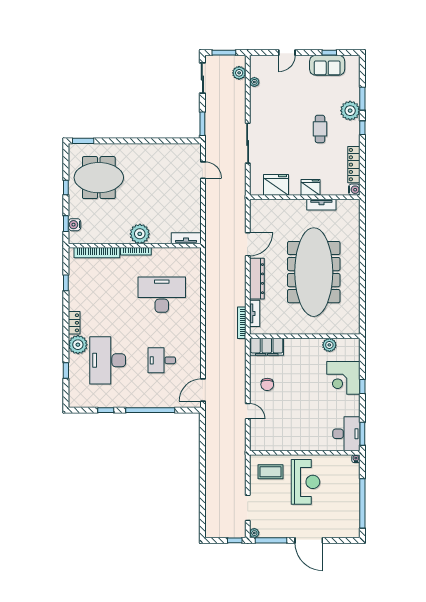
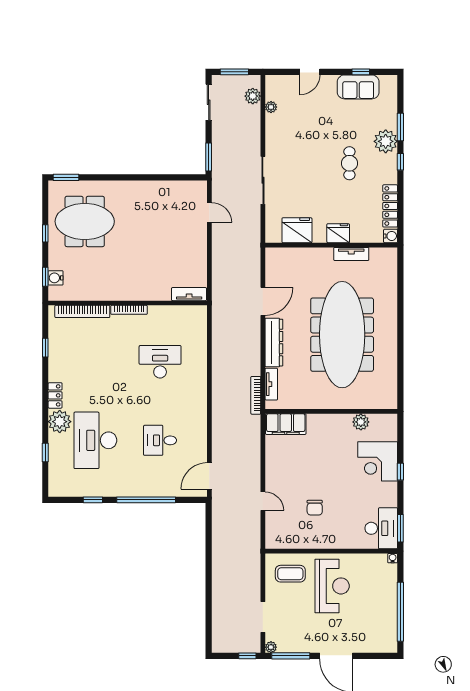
plant: (140, 234) -> (134, 289), removed
desk: (162, 295) -> (160, 362), width x0.73, depth x0.77
chair: (267, 384) -> (315, 508), moved

